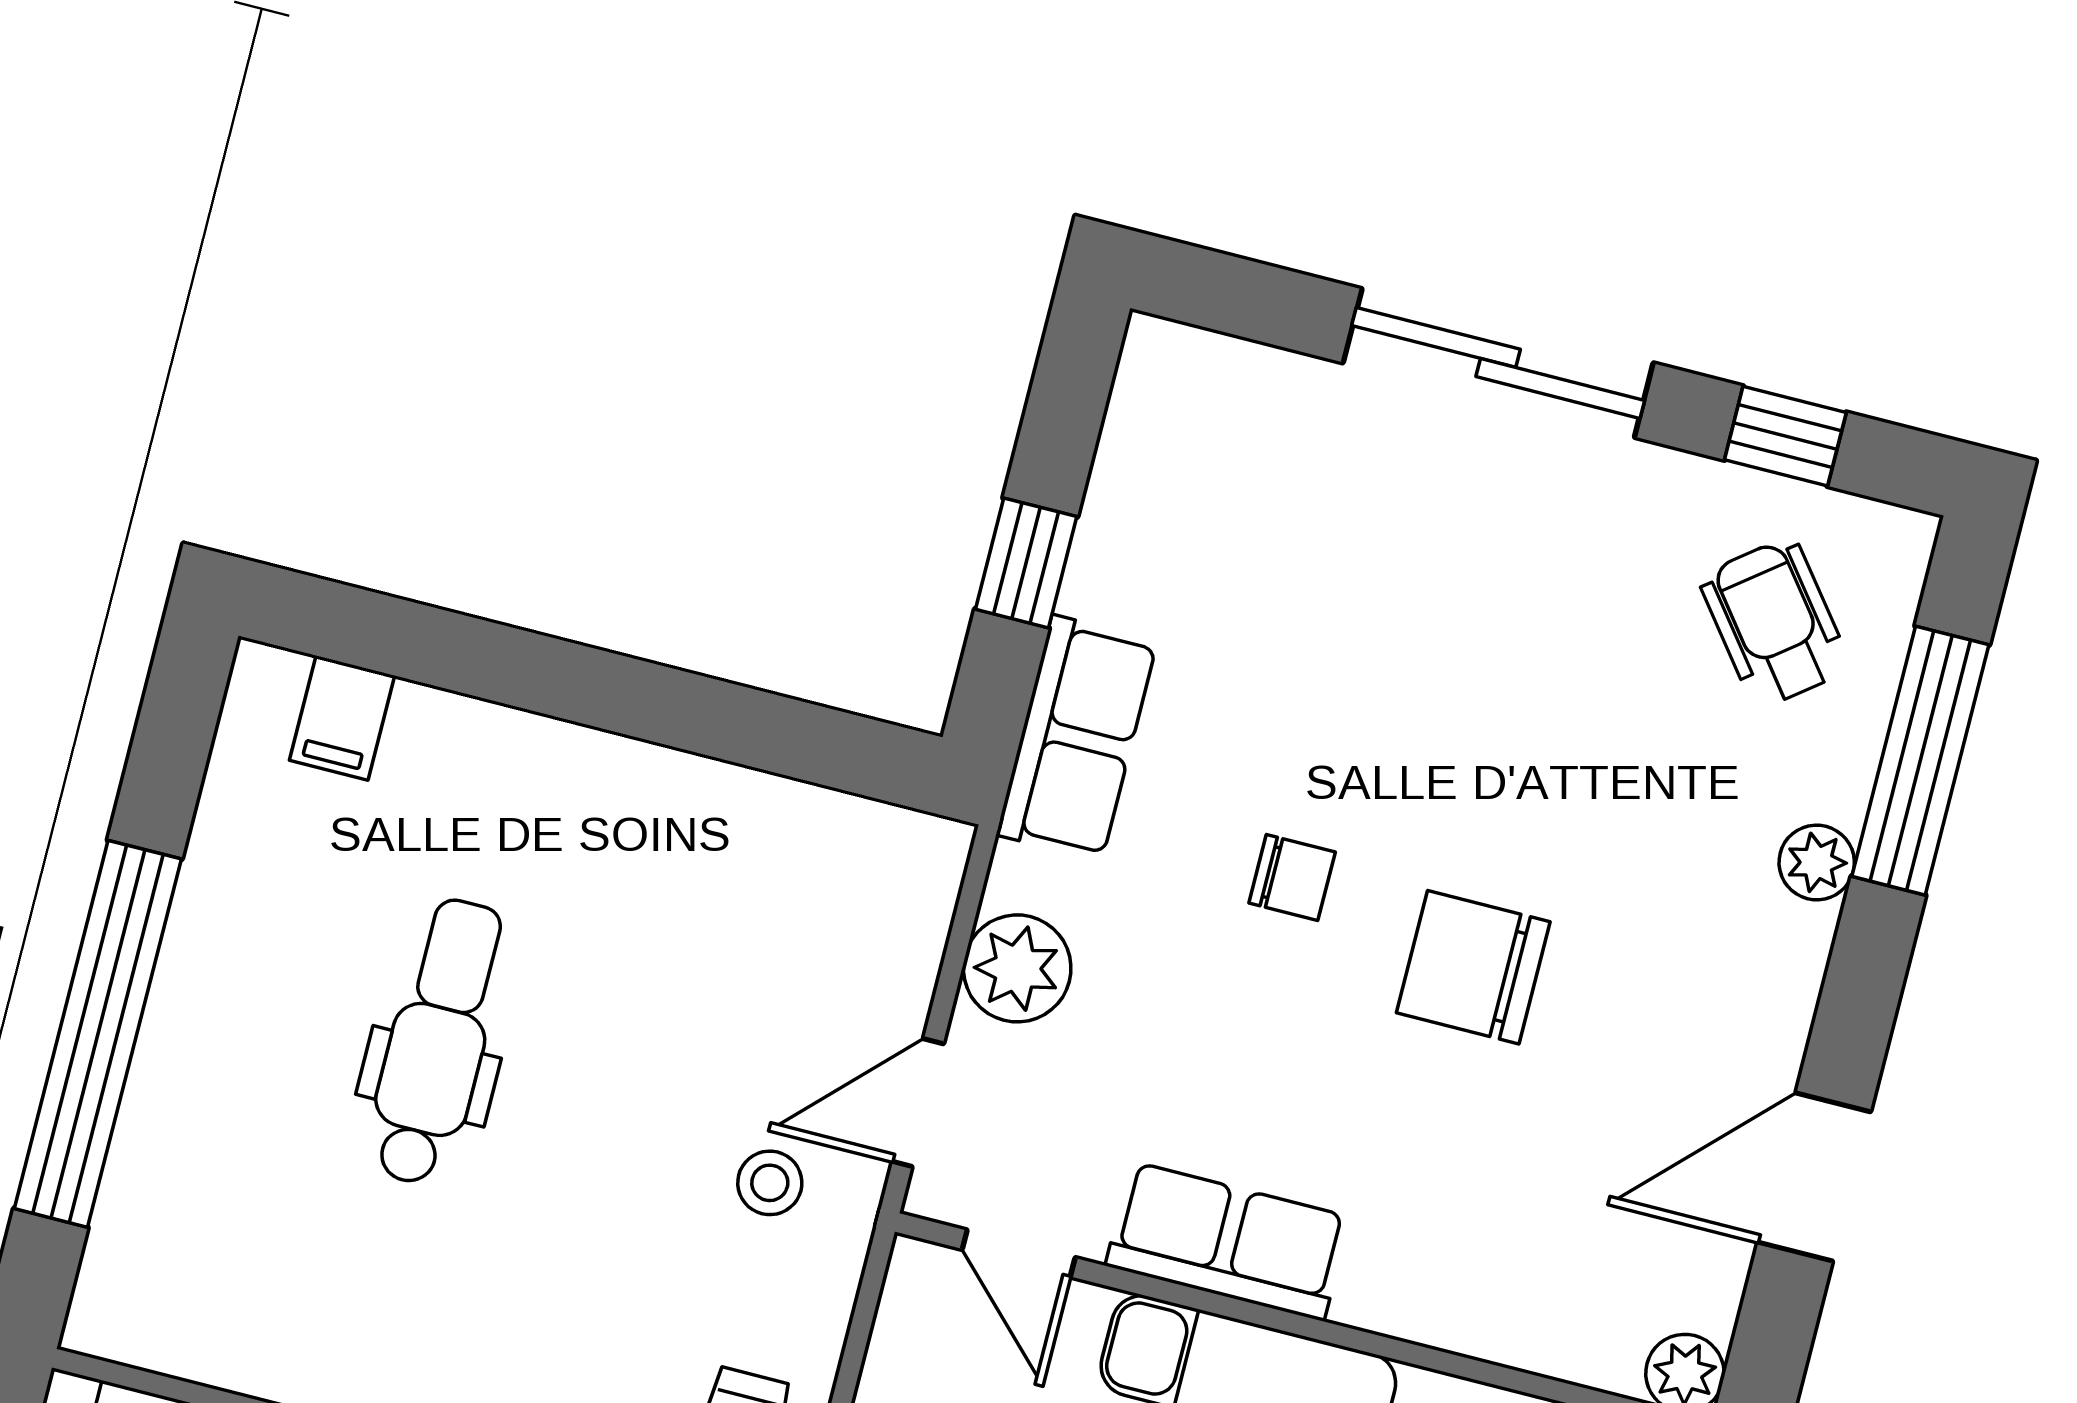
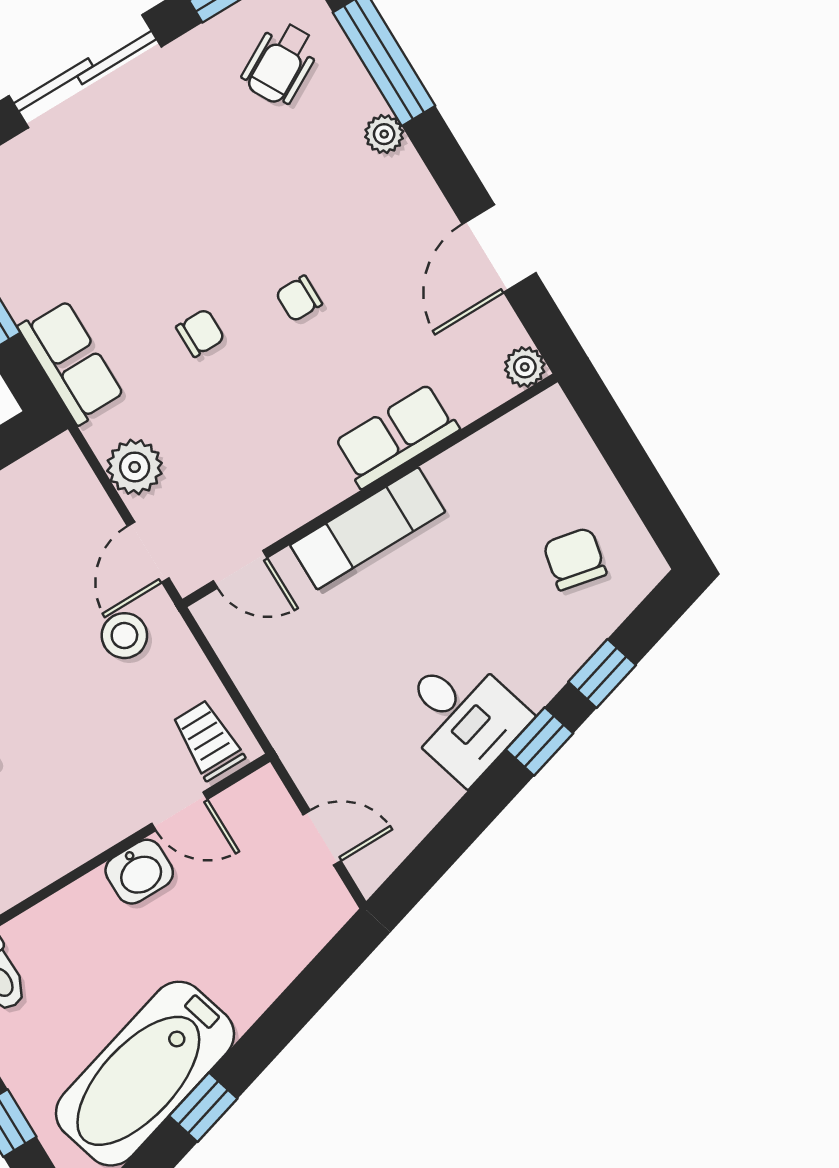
wheelchair: (1775, 623) -> (281, 63), turned -81
chair: (1473, 967) -> (299, 298), width x0.54, depth x0.54
stool: (770, 1183) -> (124, 636), width x1.37, depth x1.37
row of seats: (1228, 1241) -> (396, 436), moved

